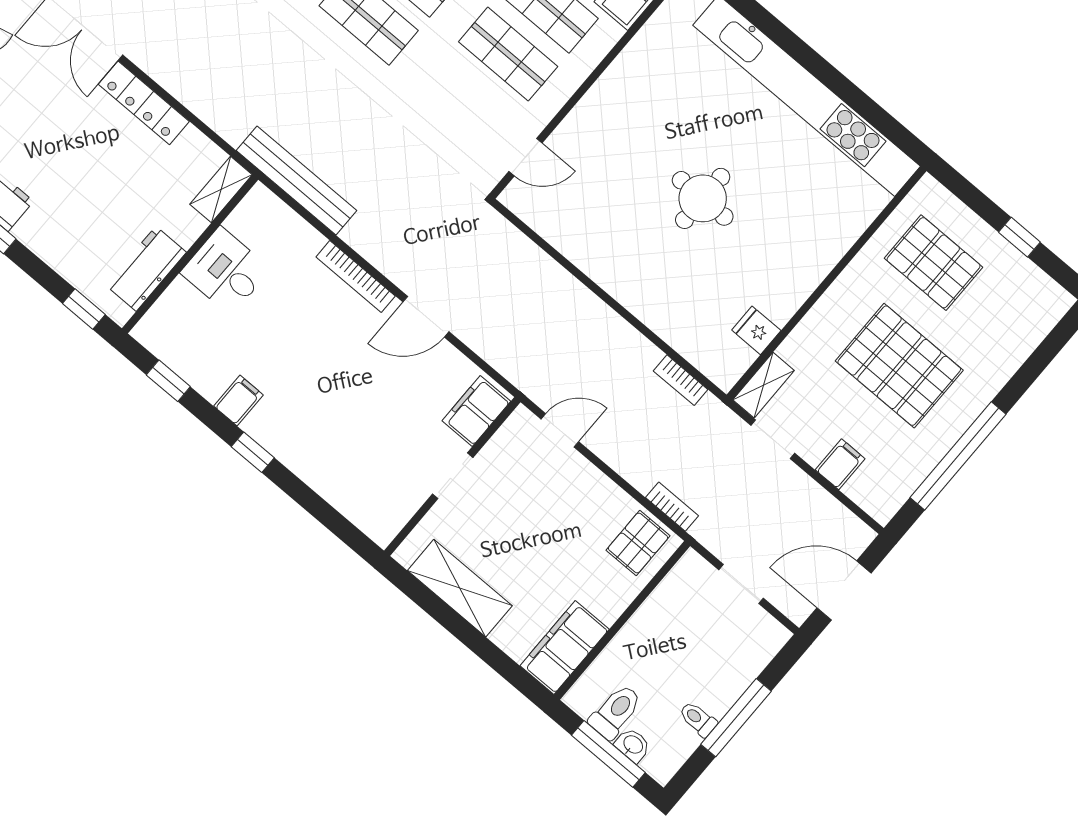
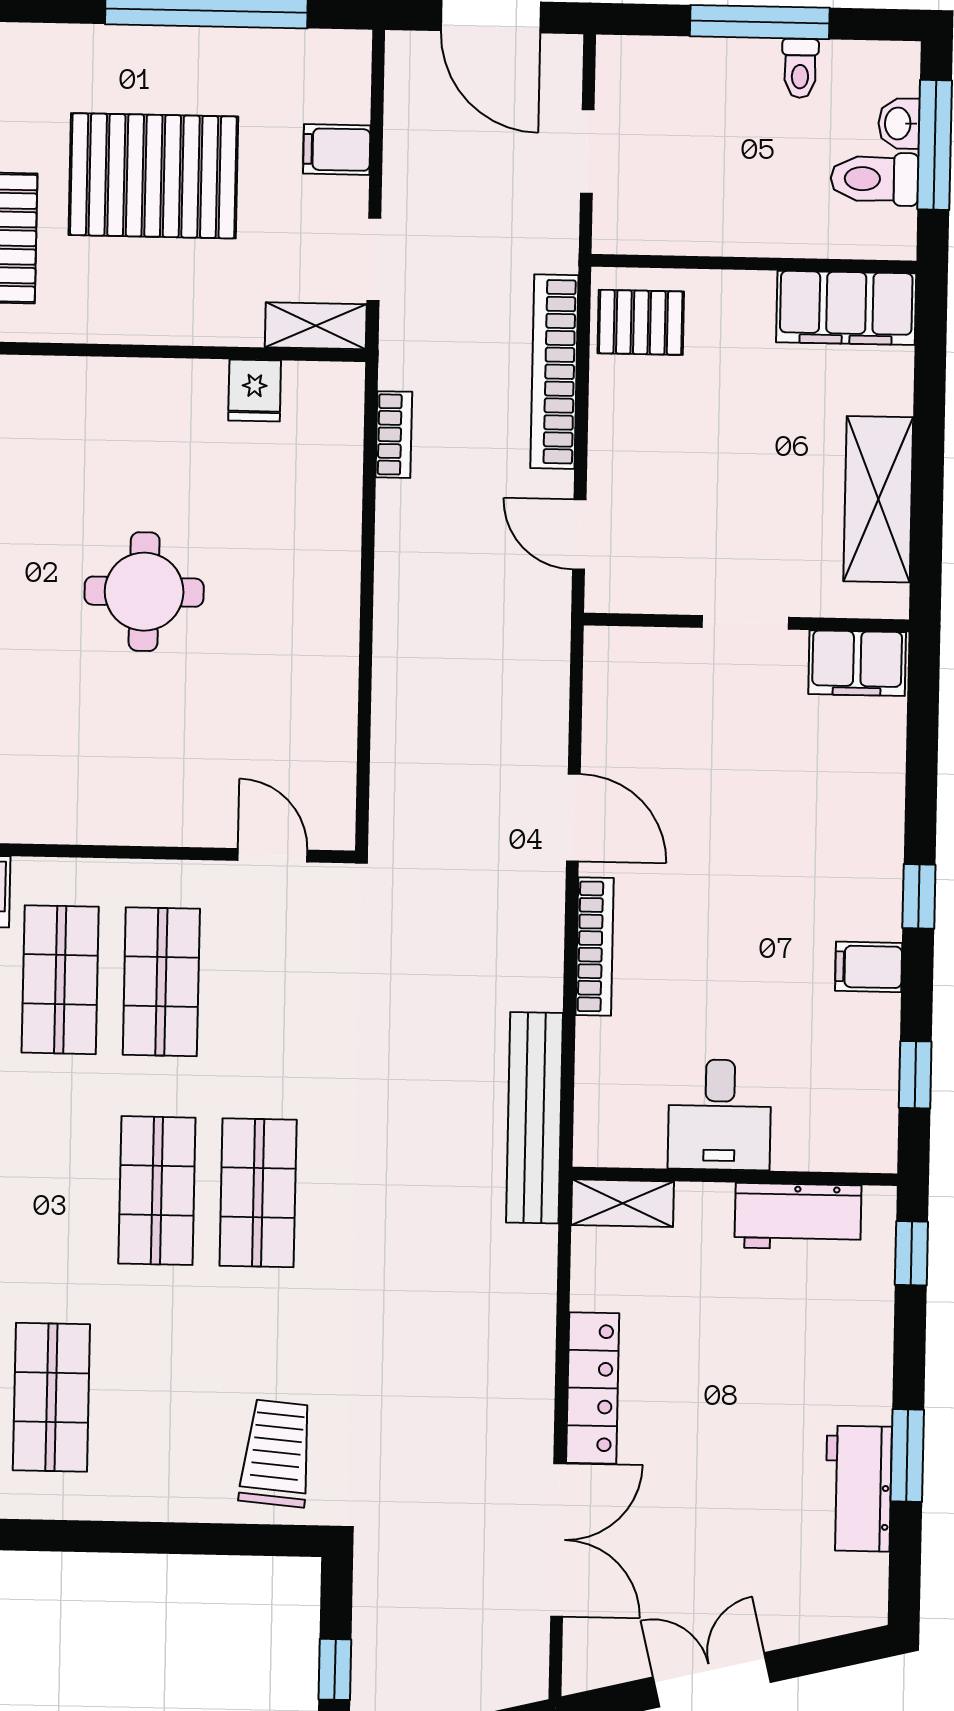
pallet: (899, 366) -> (153, 176), turned 90
filing cabinet: (476, 411) -> (857, 663), moved
bookcase: (672, 507) -> (554, 372), width x2.31, depth x1.31

